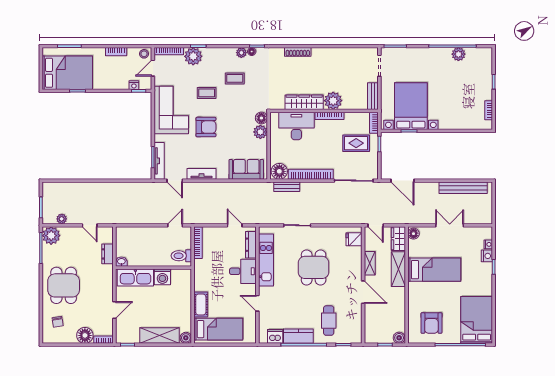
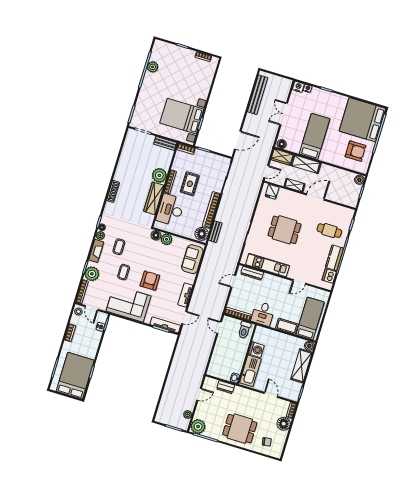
fireplace: (222, 53) -> (96, 251), added
rug: (356, 143) -> (190, 184), moved
nightstand: (487, 256) -> (298, 87), moved
desk: (243, 271) -> (263, 314), moved, turned 180
bed: (477, 320) -> (362, 120), width x1.36

